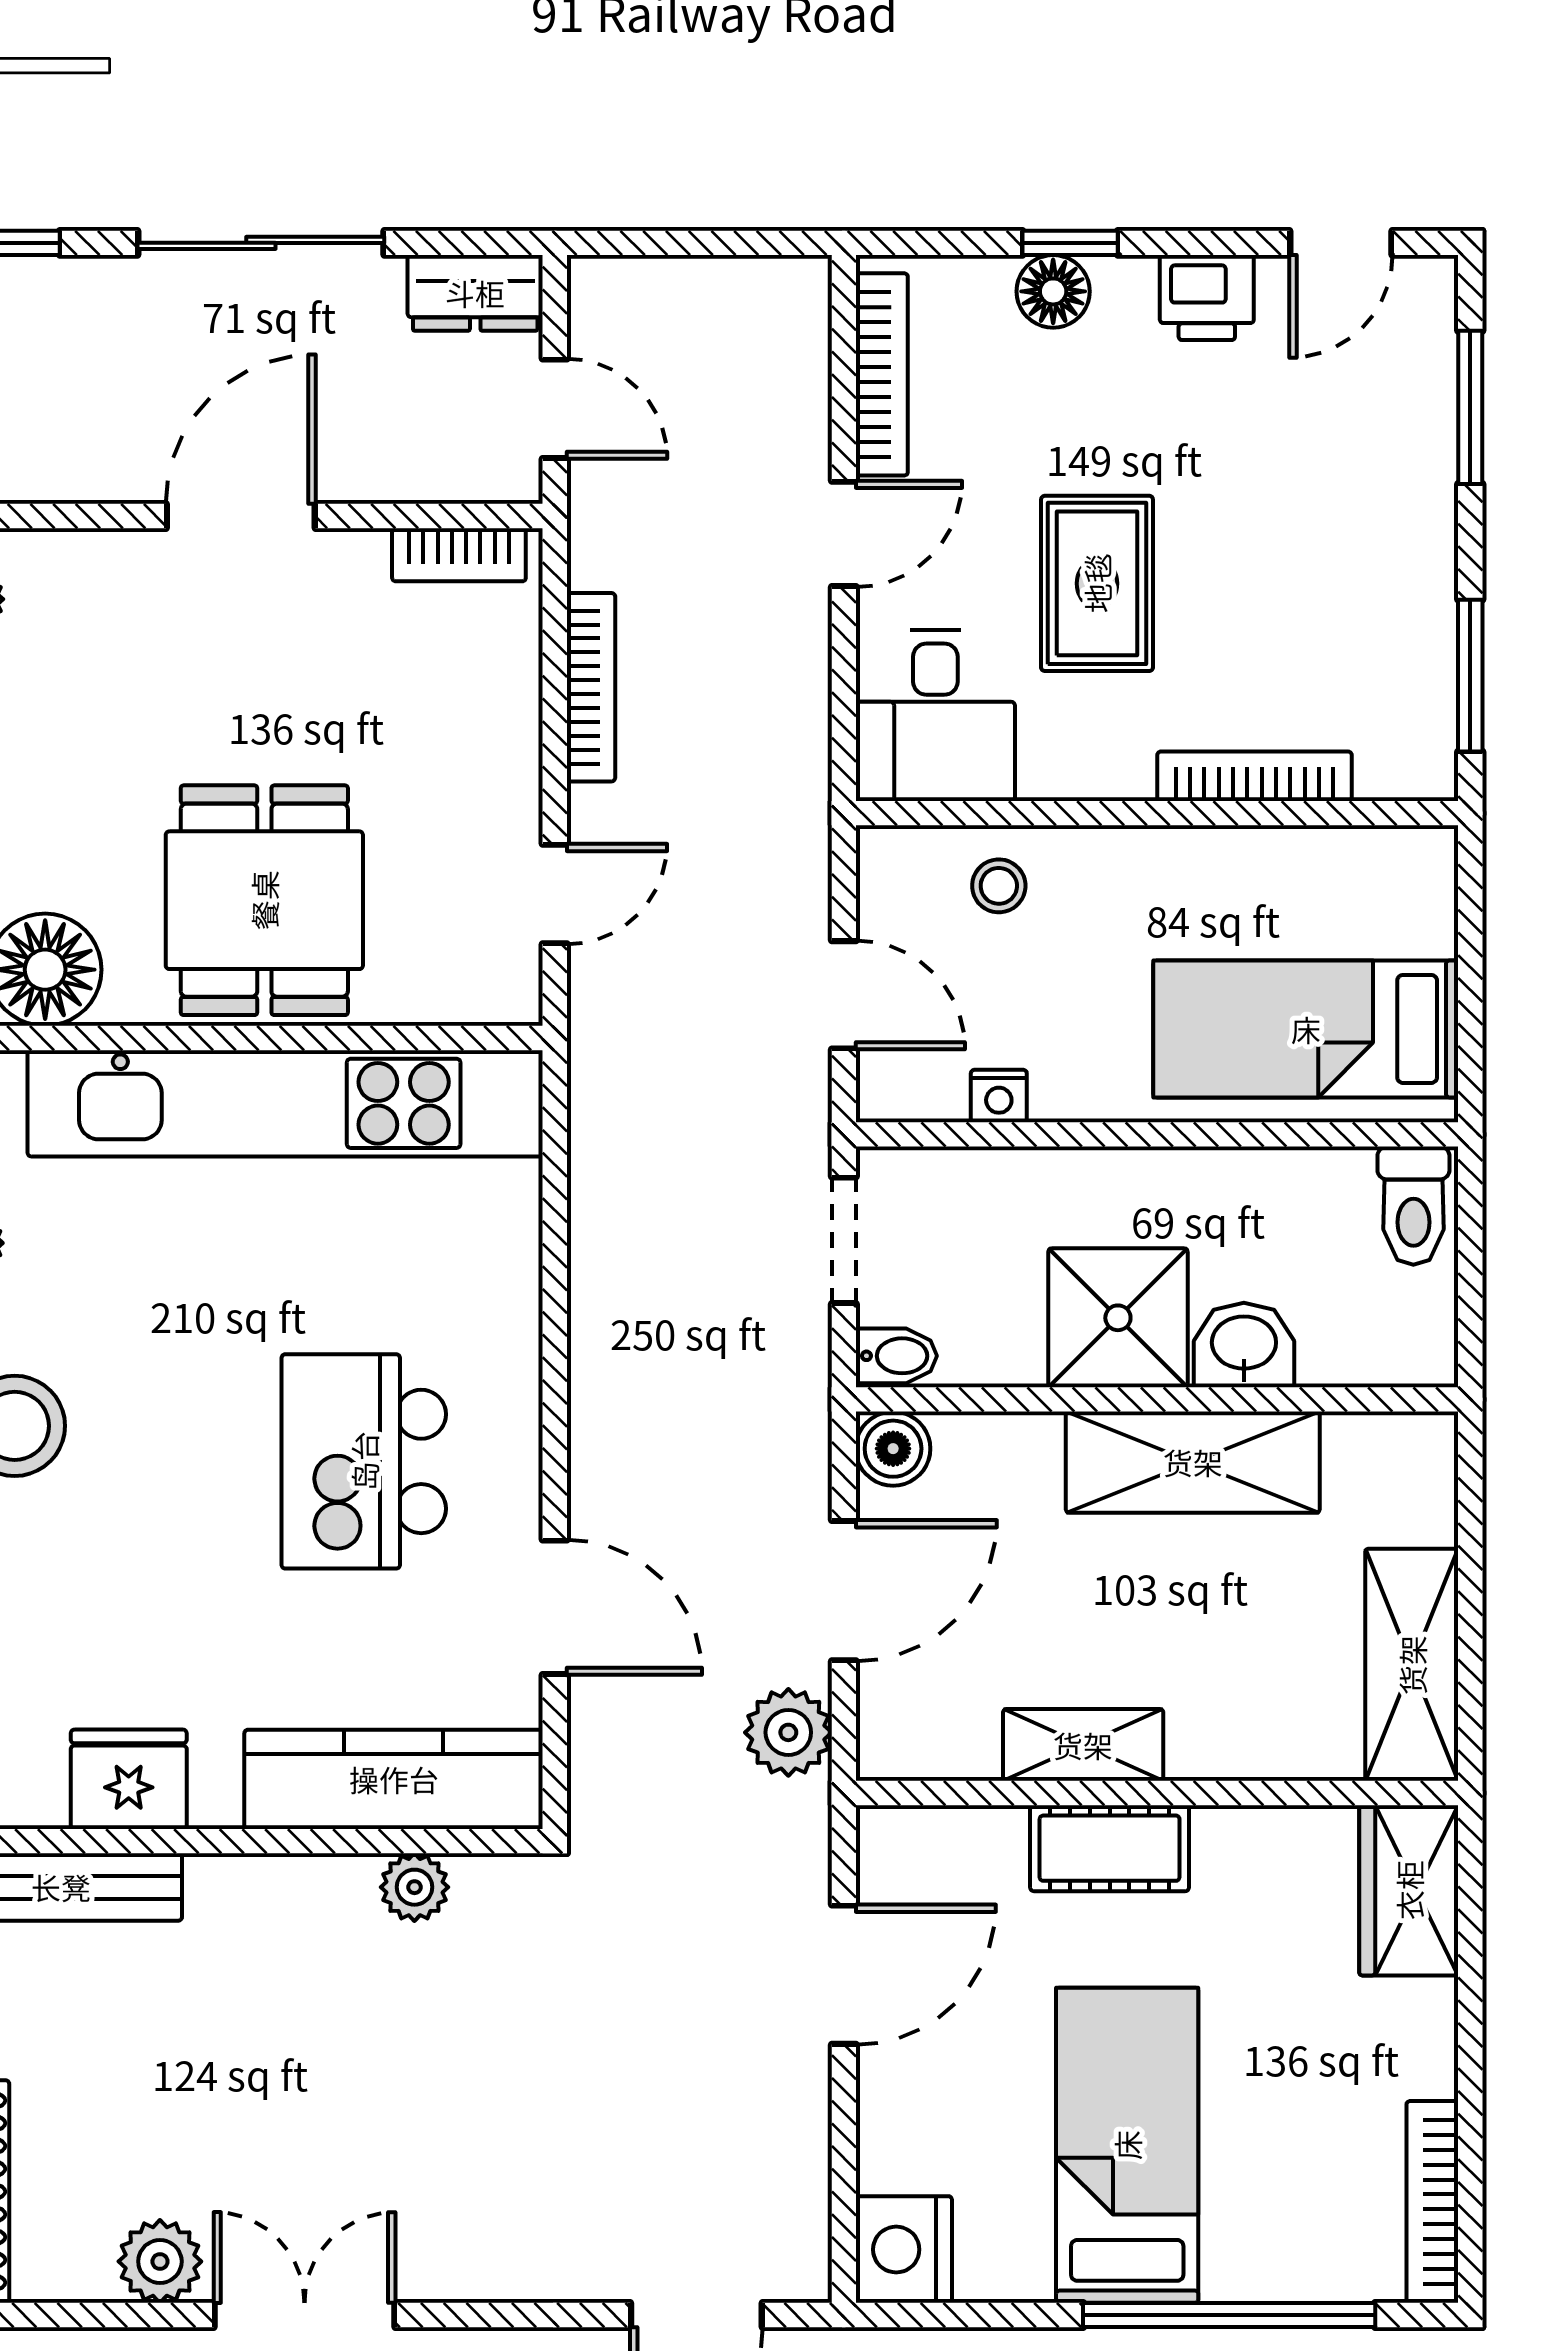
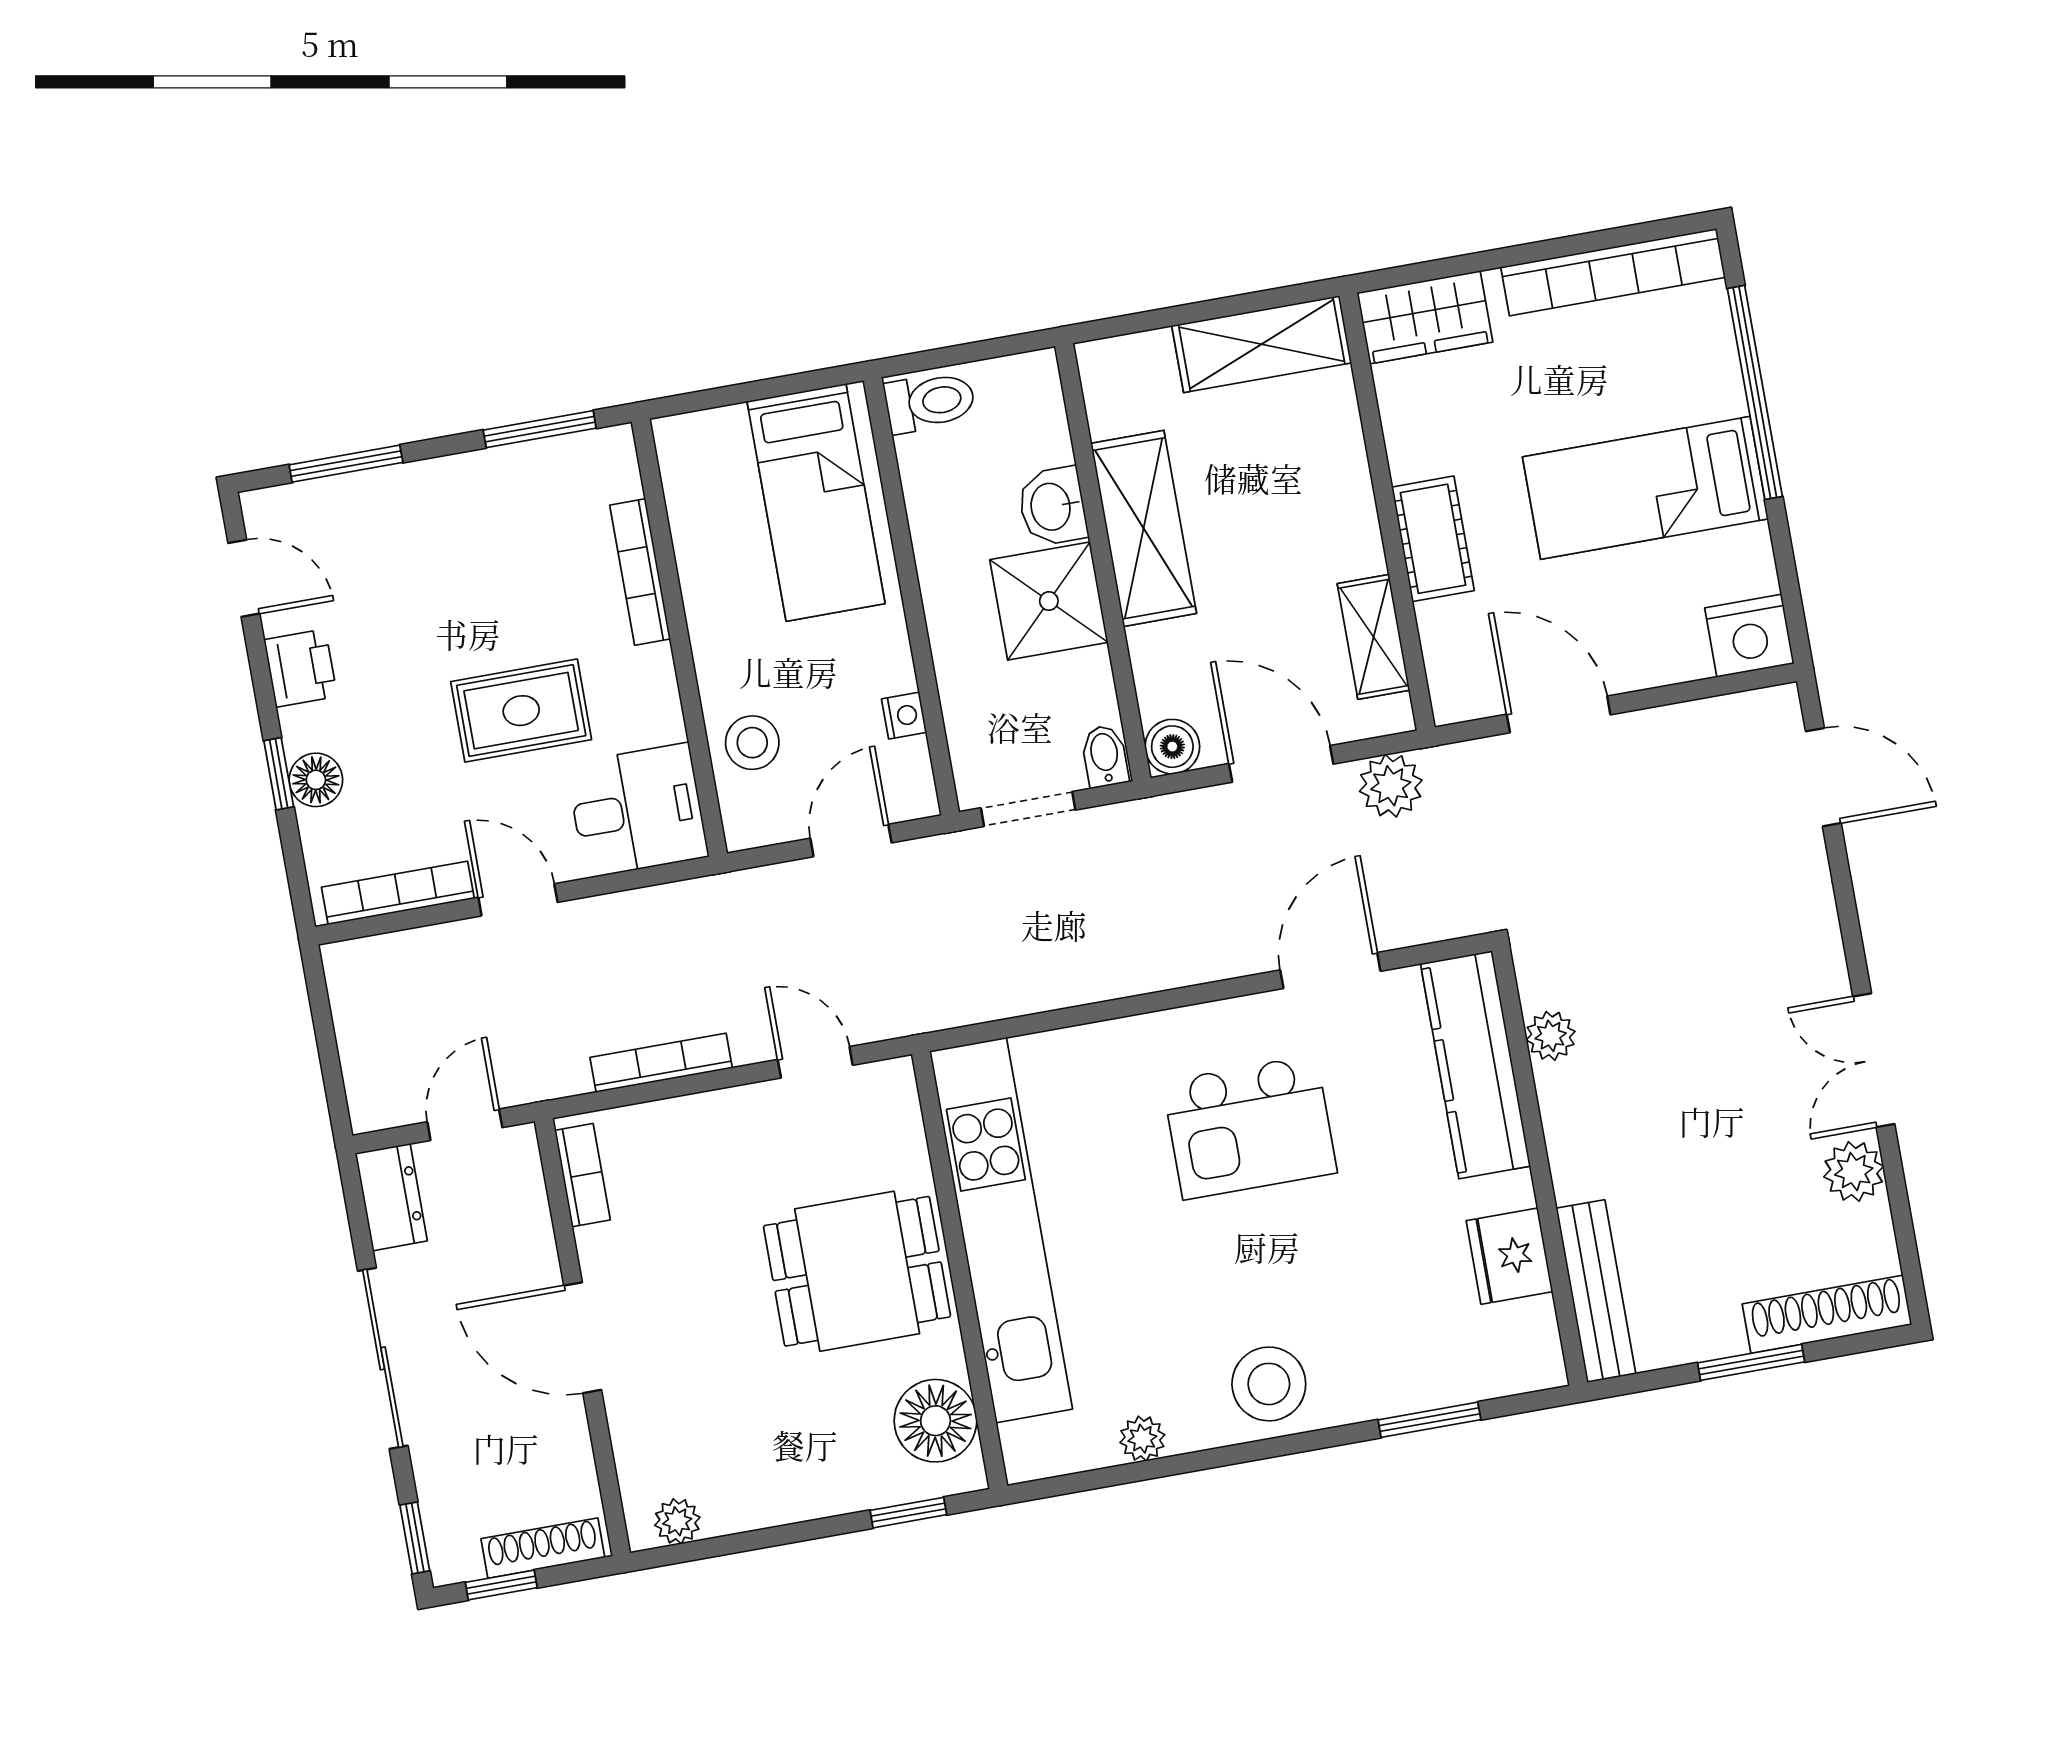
stool: (999, 886) -> (752, 743), width x1.37, depth x1.37
shelving: (1083, 1745) -> (1374, 637), moved
bookcase: (1432, 2202) -> (1613, 272), width x1.48, depth x1.31

